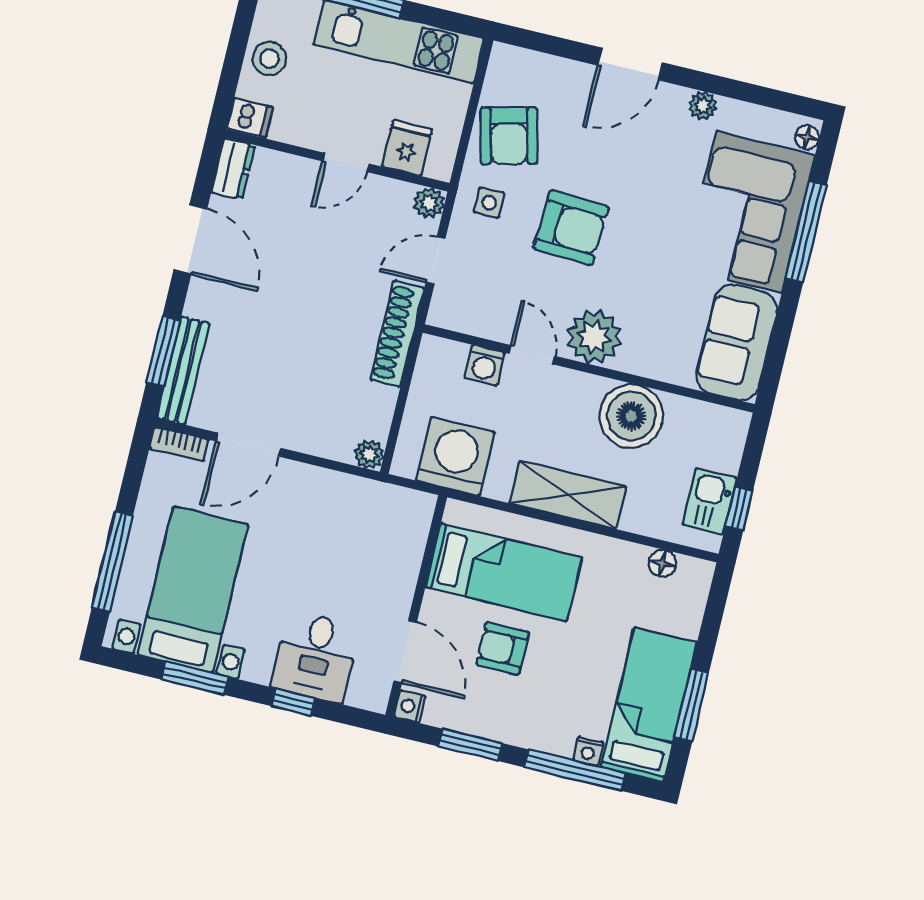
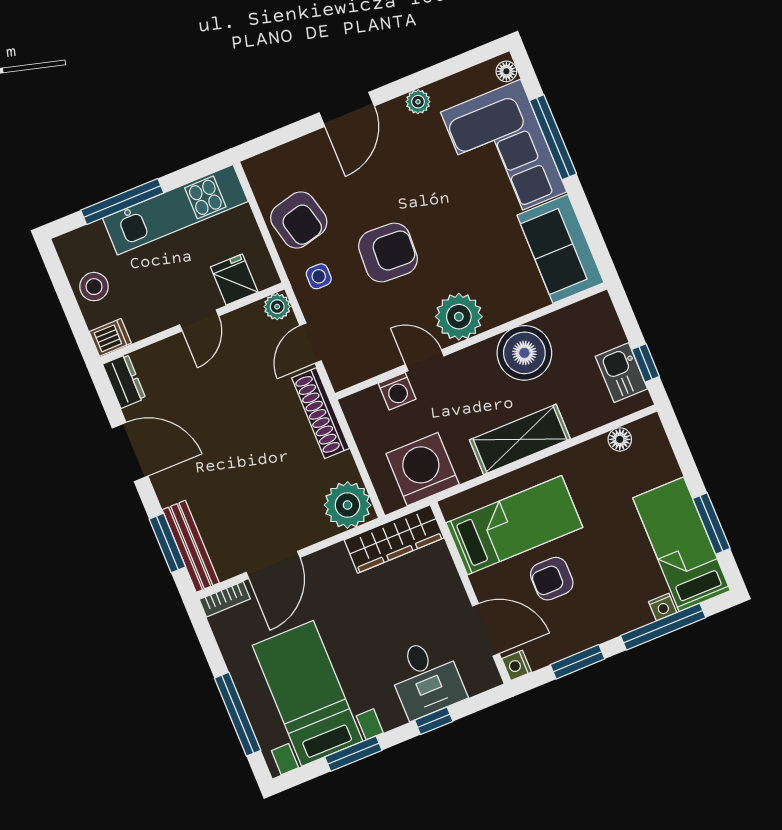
plant: (369, 454) -> (347, 505), width x1.87, depth x1.87
wardrobe: (381, 503) -> (394, 539), added

